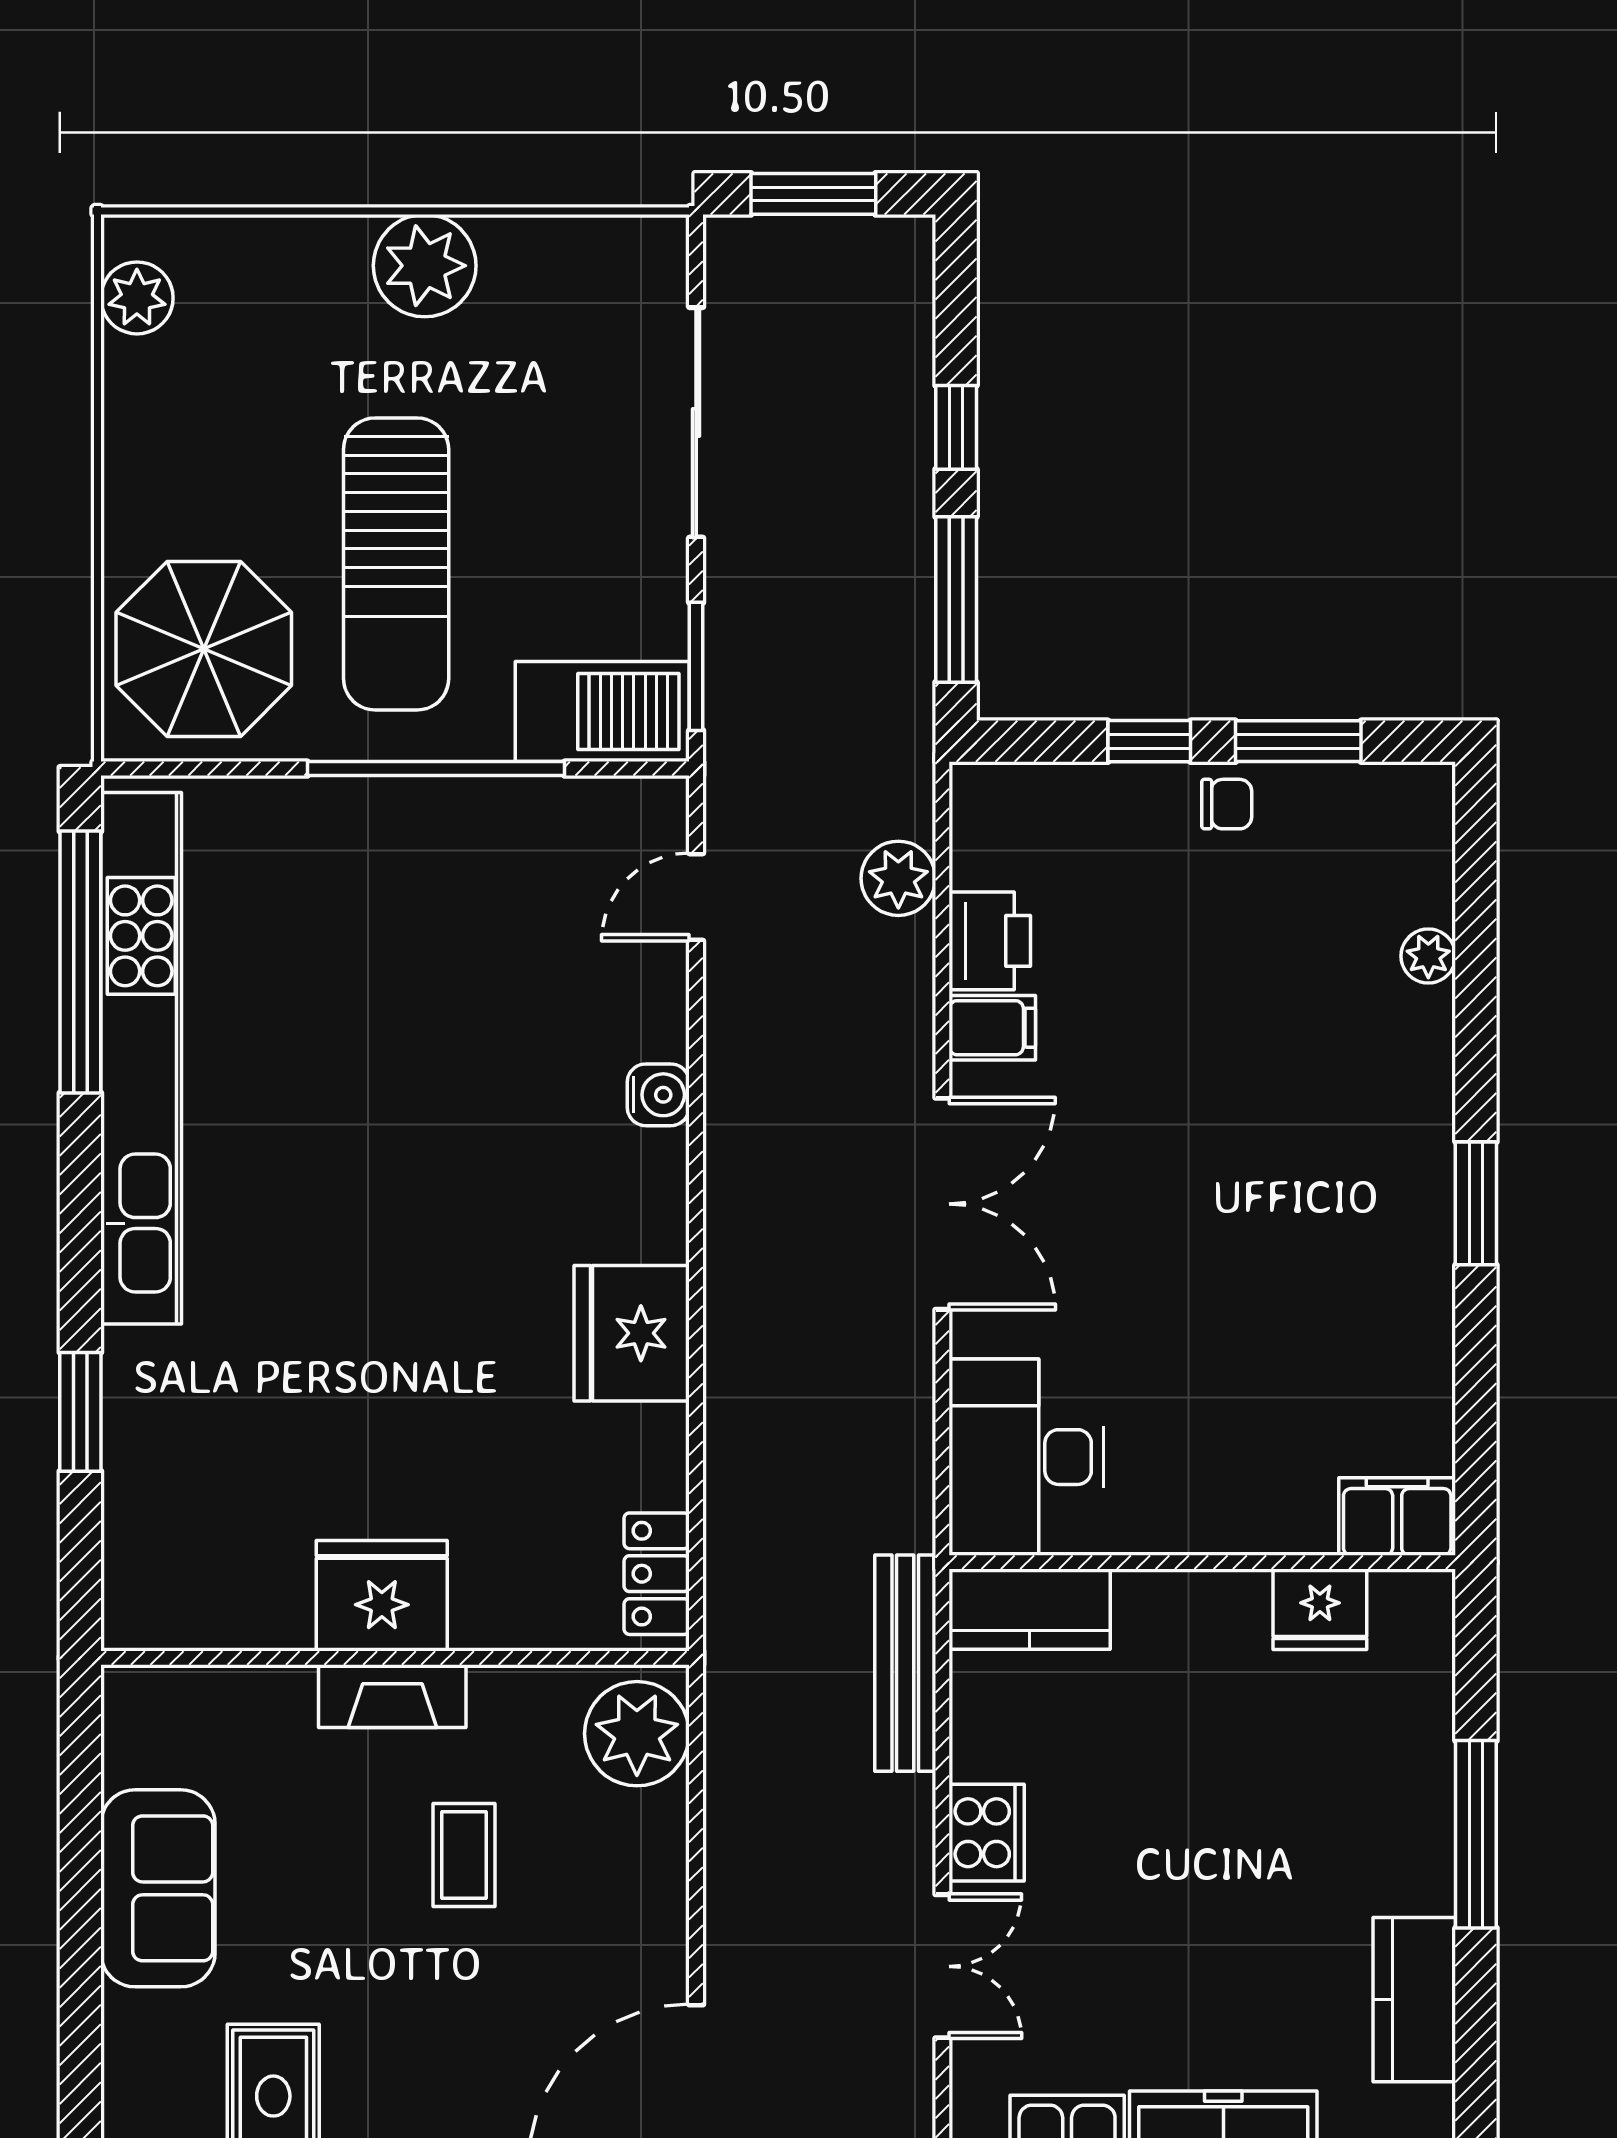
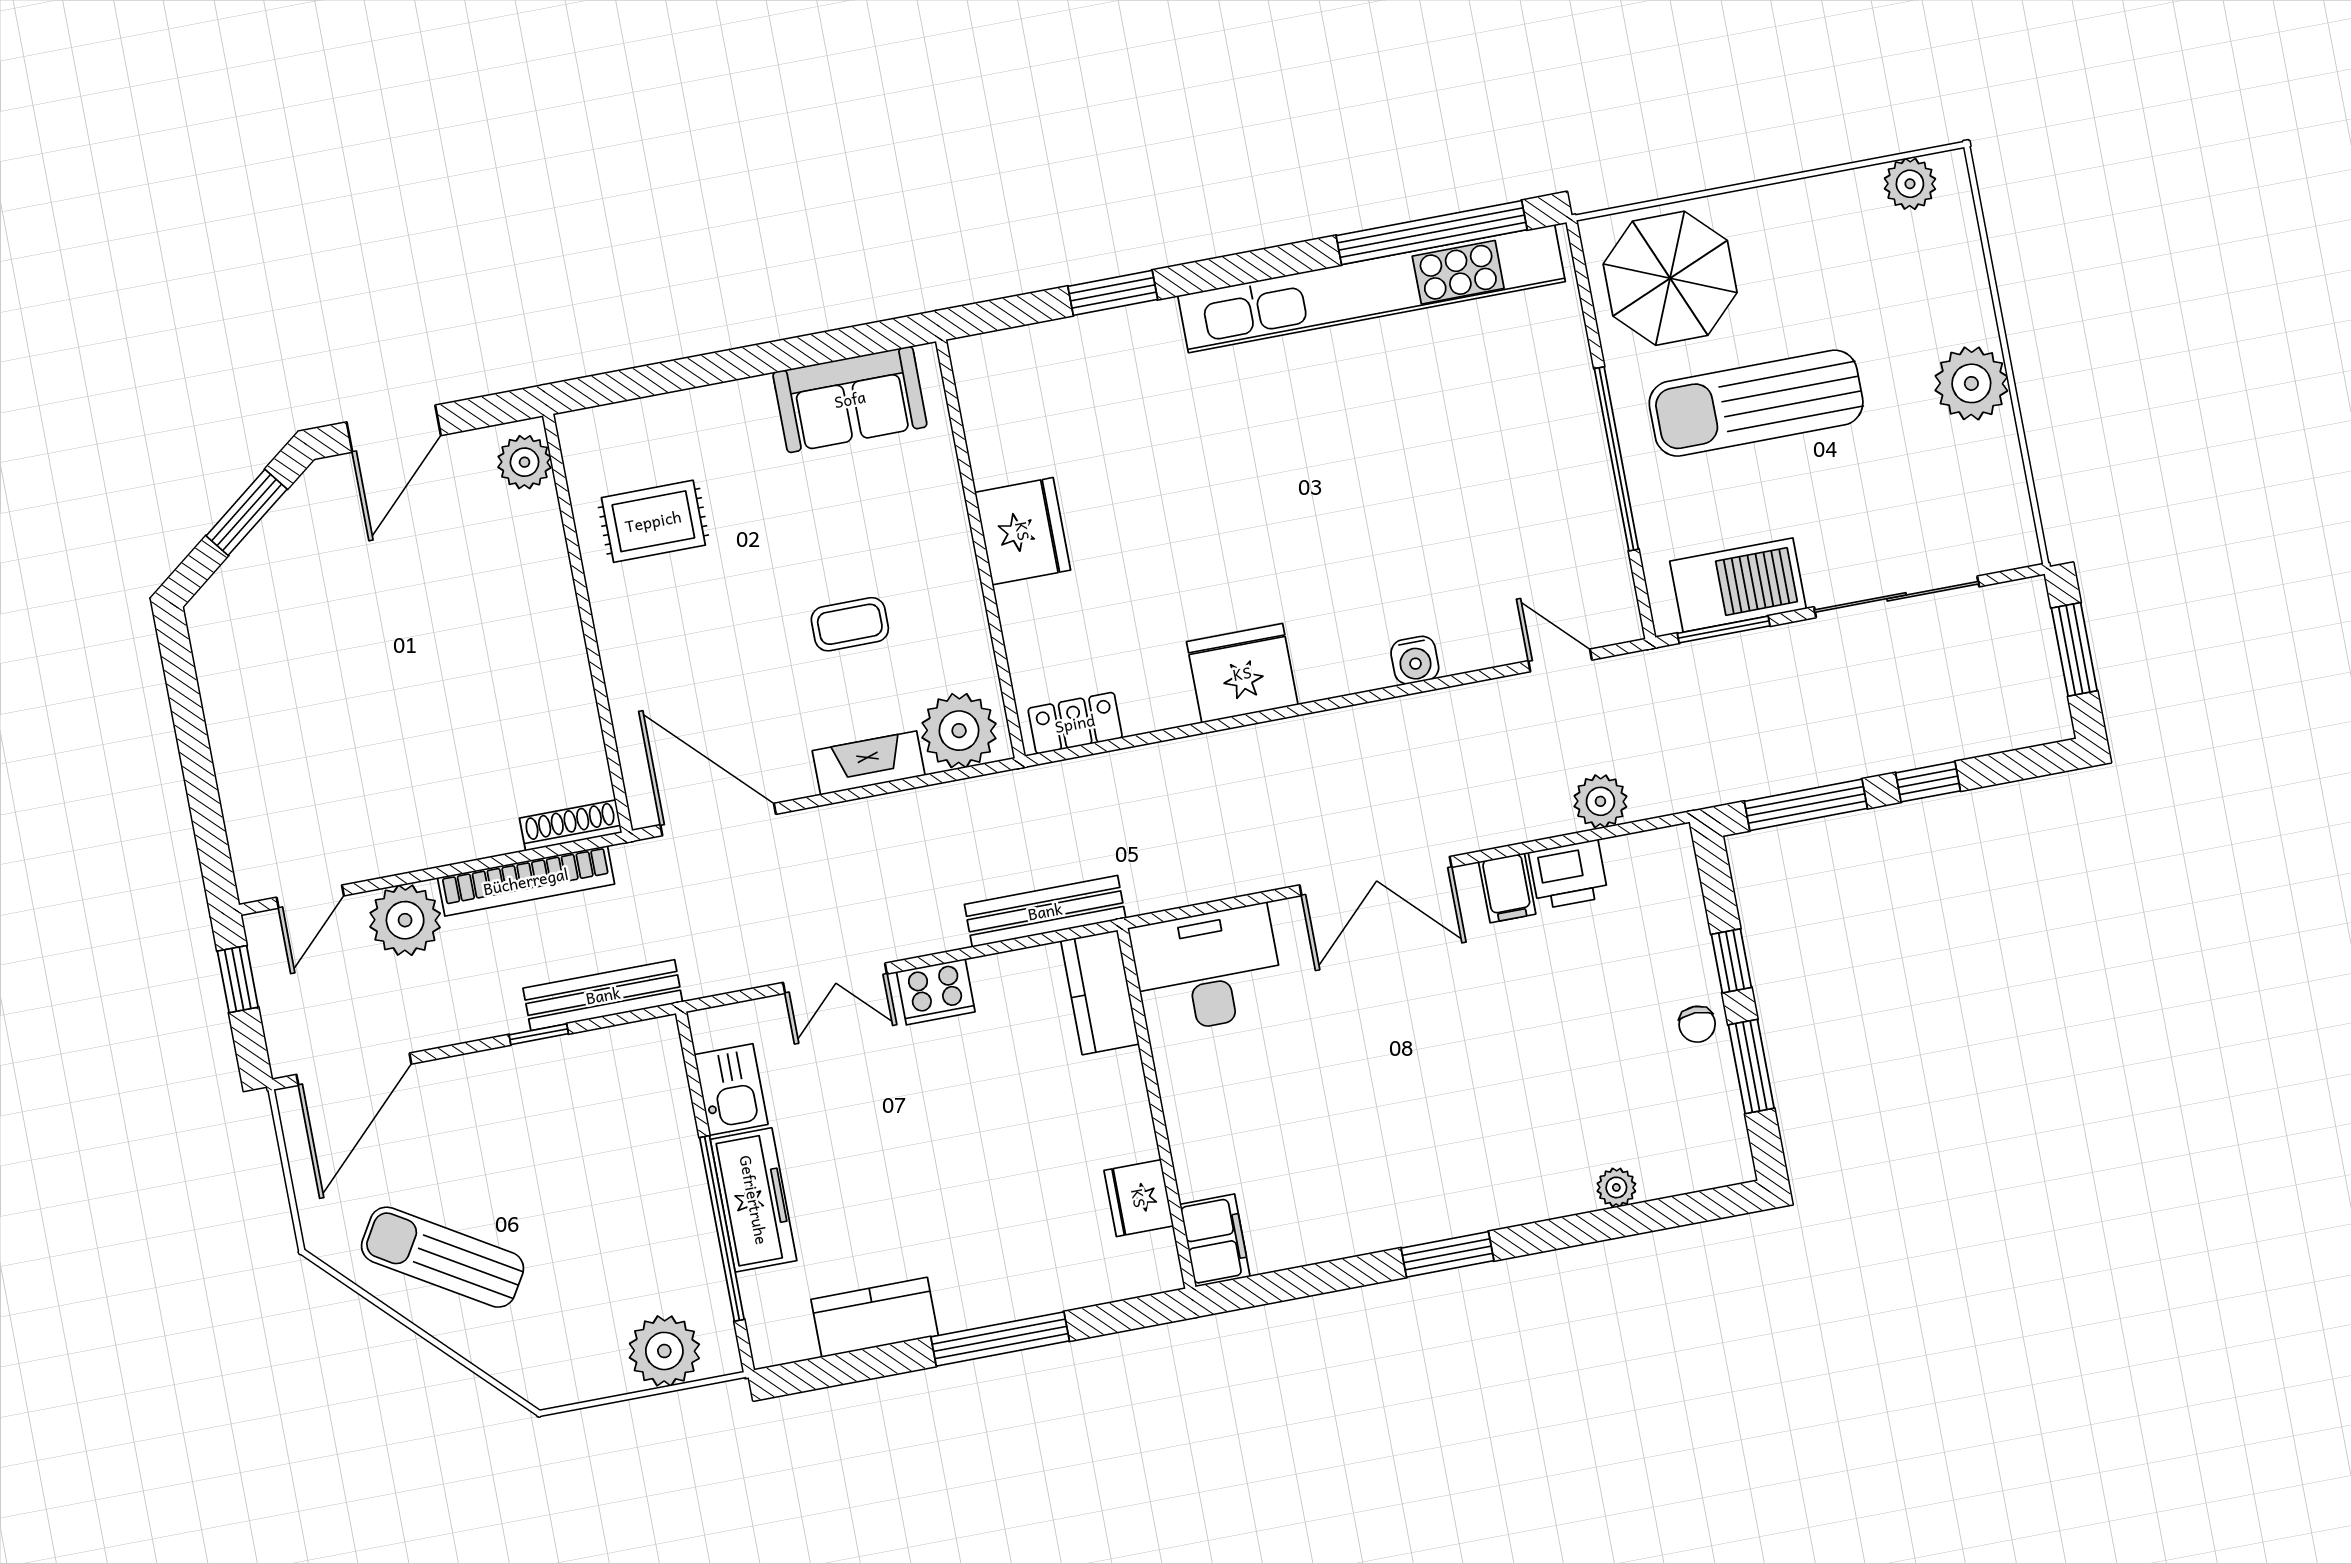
barbecue: (602, 712) -> (1738, 585), moved, turned -90
fireplace: (392, 1696) -> (869, 763), moved, turned 90
sofa: (158, 1888) -> (850, 399), moved

